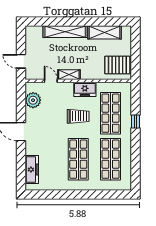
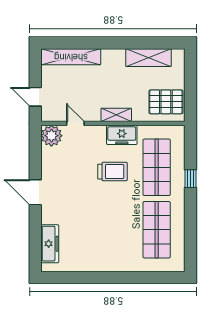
shelving: (65, 32) -> (71, 57), moved
shelving: (69, 75) -> (116, 115), moved
plant: (33, 100) -> (51, 136), moved
shop shelf: (78, 159) -> (113, 230), removed

